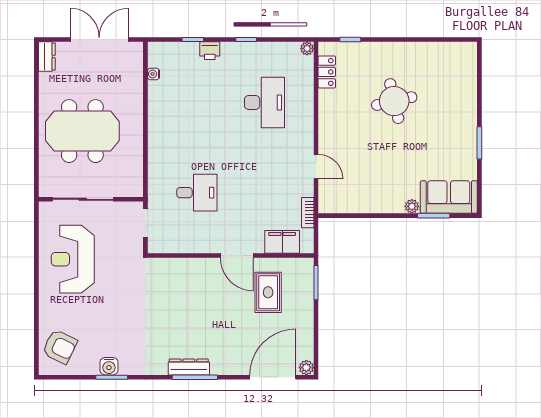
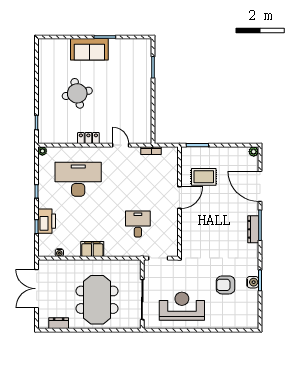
printer: (210, 51) -> (47, 221), width x1.87, depth x1.48
dresser: (47, 57) -> (59, 323), moved
locker: (327, 72) -> (88, 138), moved
desk: (264, 102) -> (78, 179), width x1.36, depth x1.30
door: (316, 167) -> (121, 145), hinge flipped
sofa: (449, 197) -> (89, 49), moved, turned -90
plant: (412, 206) -> (147, 82), removed
filing cabinet: (282, 242) -> (92, 249), moved, turned 90
reception desk: (73, 259) -> (182, 306), turned 180
armchair: (60, 347) -> (226, 285), moved, turned -116
door: (273, 377) -> (260, 186), moved

